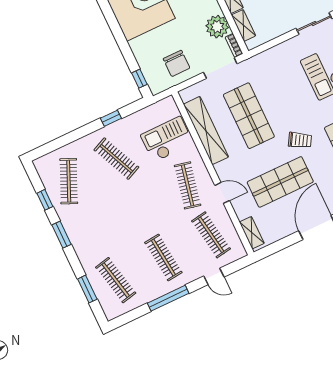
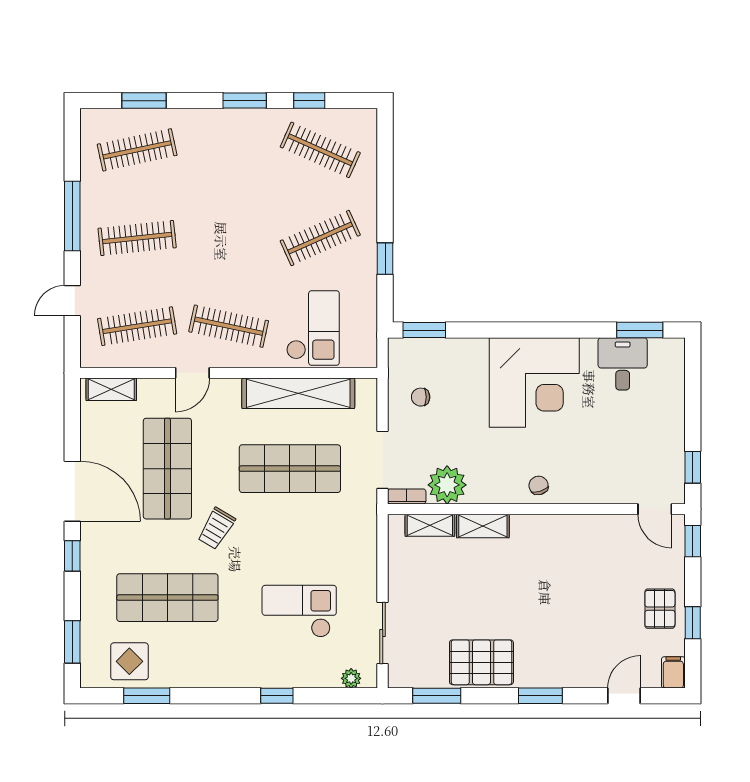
chair: (177, 63) -> (421, 397), width x0.54, depth x0.54
window: (139, 79) -> (424, 330), width x1.50

